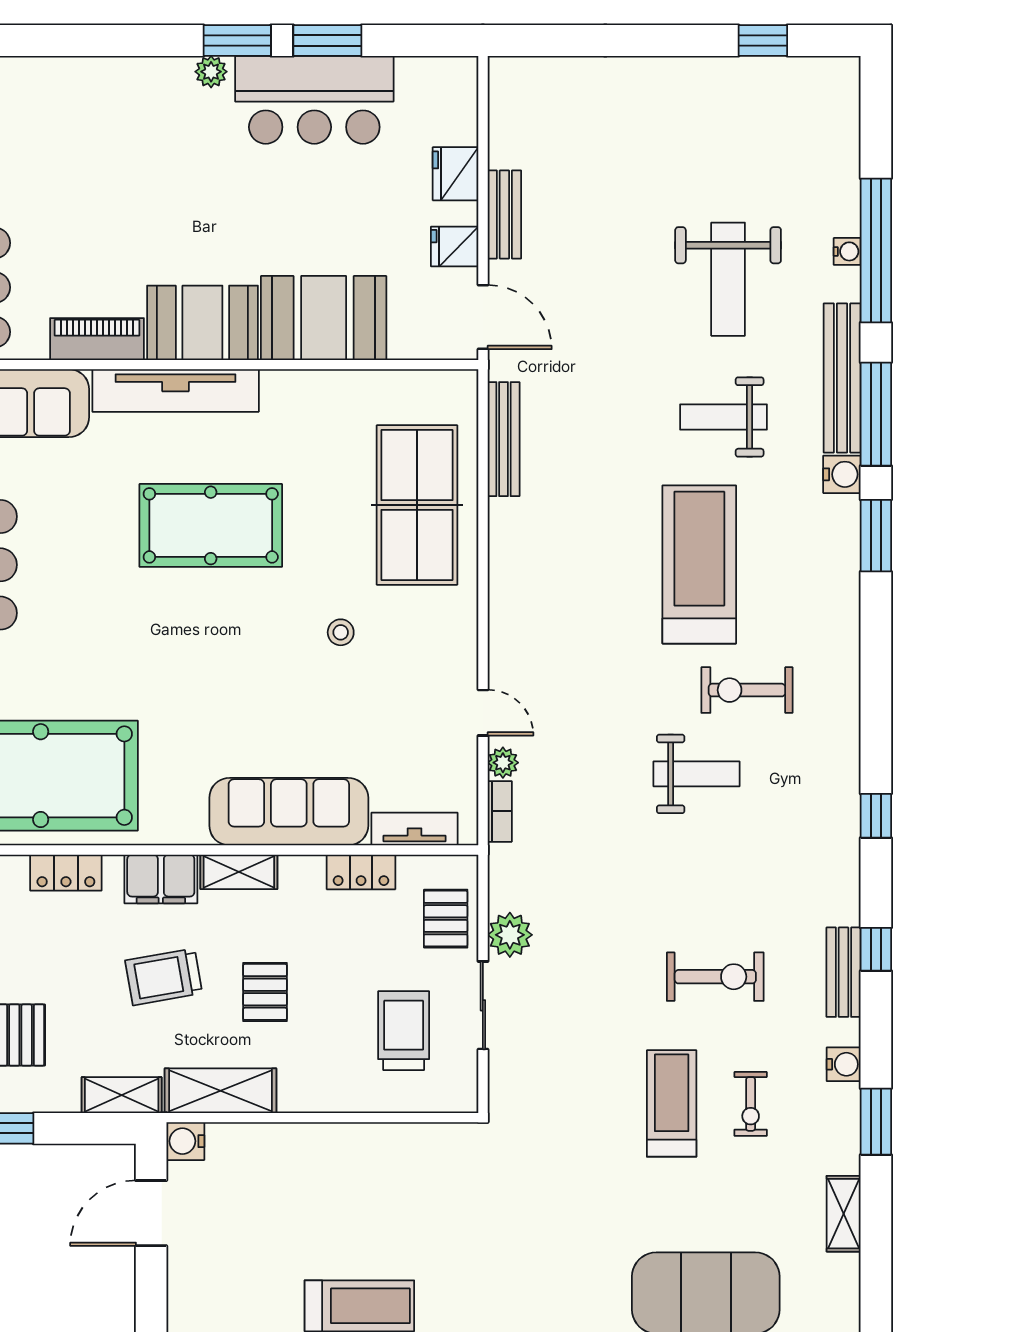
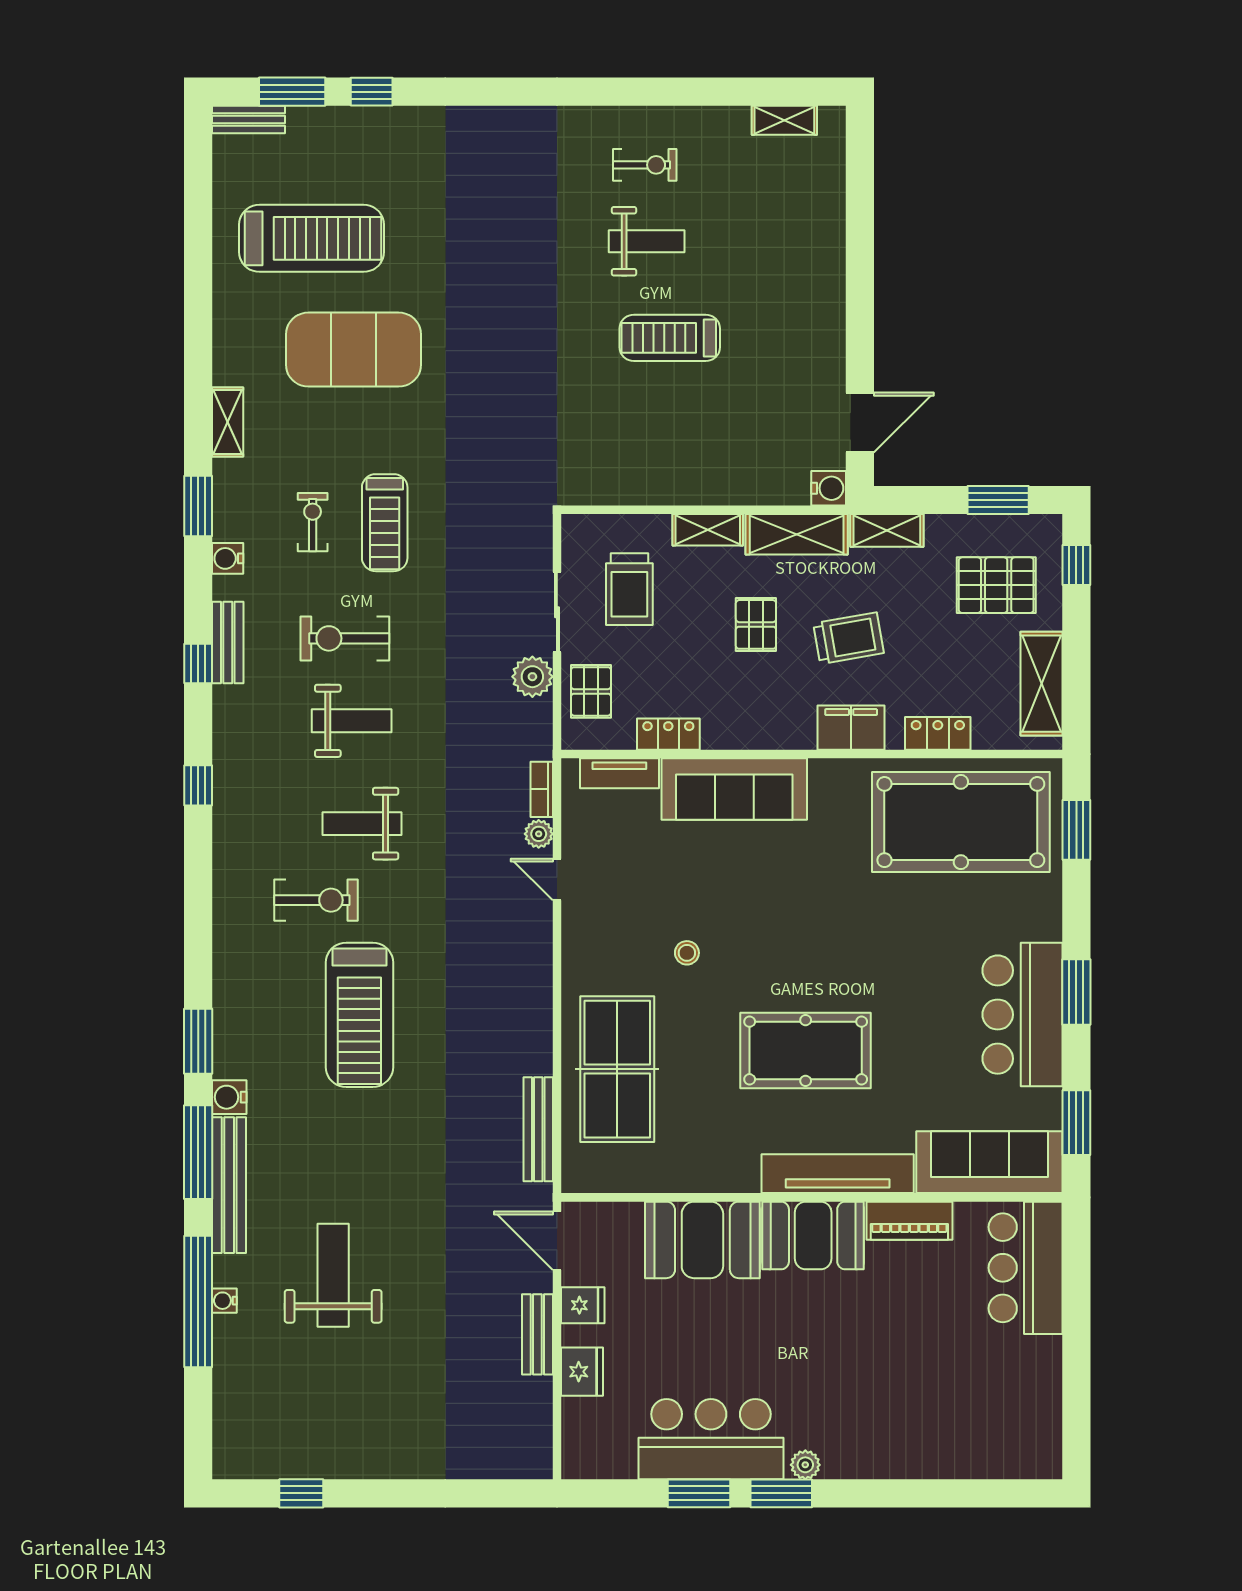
weight bench: (724, 417) -> (352, 721), moved
shelving: (239, 872) -> (708, 530), moved

